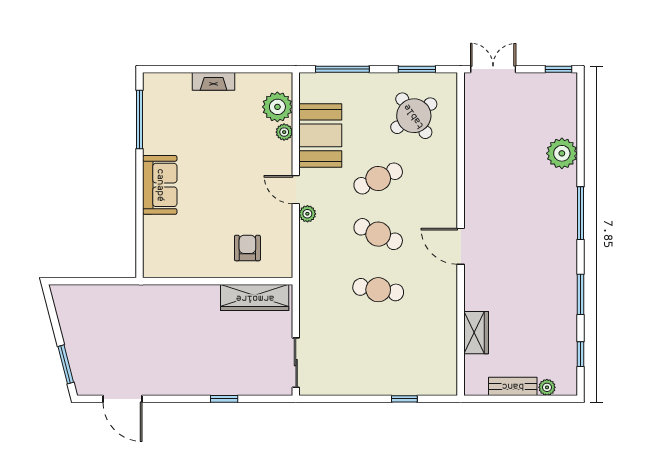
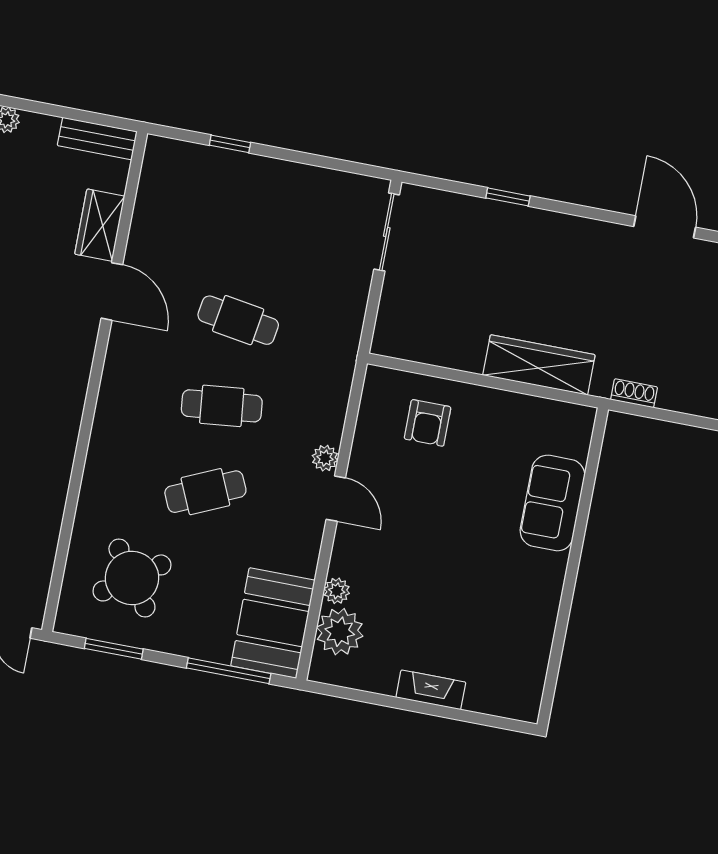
window: (139, 120) -> (556, 653), removed
booth: (320, 135) -> (273, 623), moved
sofa: (160, 185) -> (552, 503), moved
cafe table: (378, 234) -> (222, 406), turned -30
door: (461, 246) -> (112, 291), moved
shoe rack: (122, 291) -> (634, 393), added
wardrobe: (255, 298) -> (539, 365), moved
bench: (513, 386) -> (97, 139), moved

